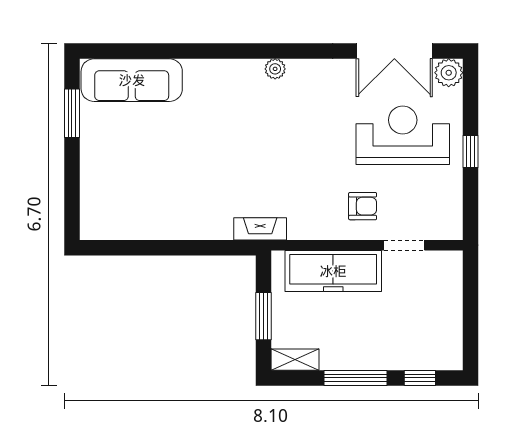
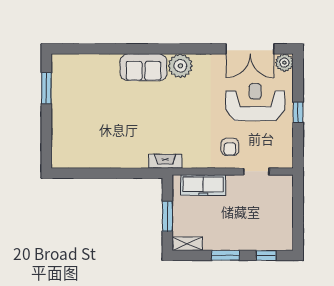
plant: (275, 69) -> (180, 66), width x1.88, depth x1.88
sofa: (132, 80) -> (143, 67), moved, width x0.73
armchair: (363, 206) -> (230, 147), turned 90
freezer: (333, 271) -> (203, 185), width x0.73, depth x0.79
window: (356, 378) -> (225, 255), width x0.69

